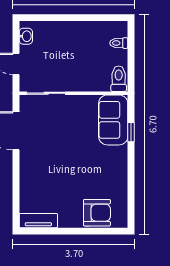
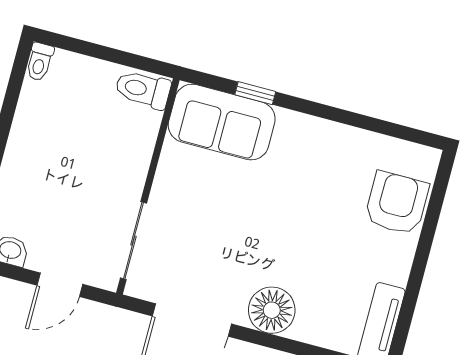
toilet: (119, 43) -> (40, 62), moved
floor lamp: (31, 167) -> (272, 310), added

